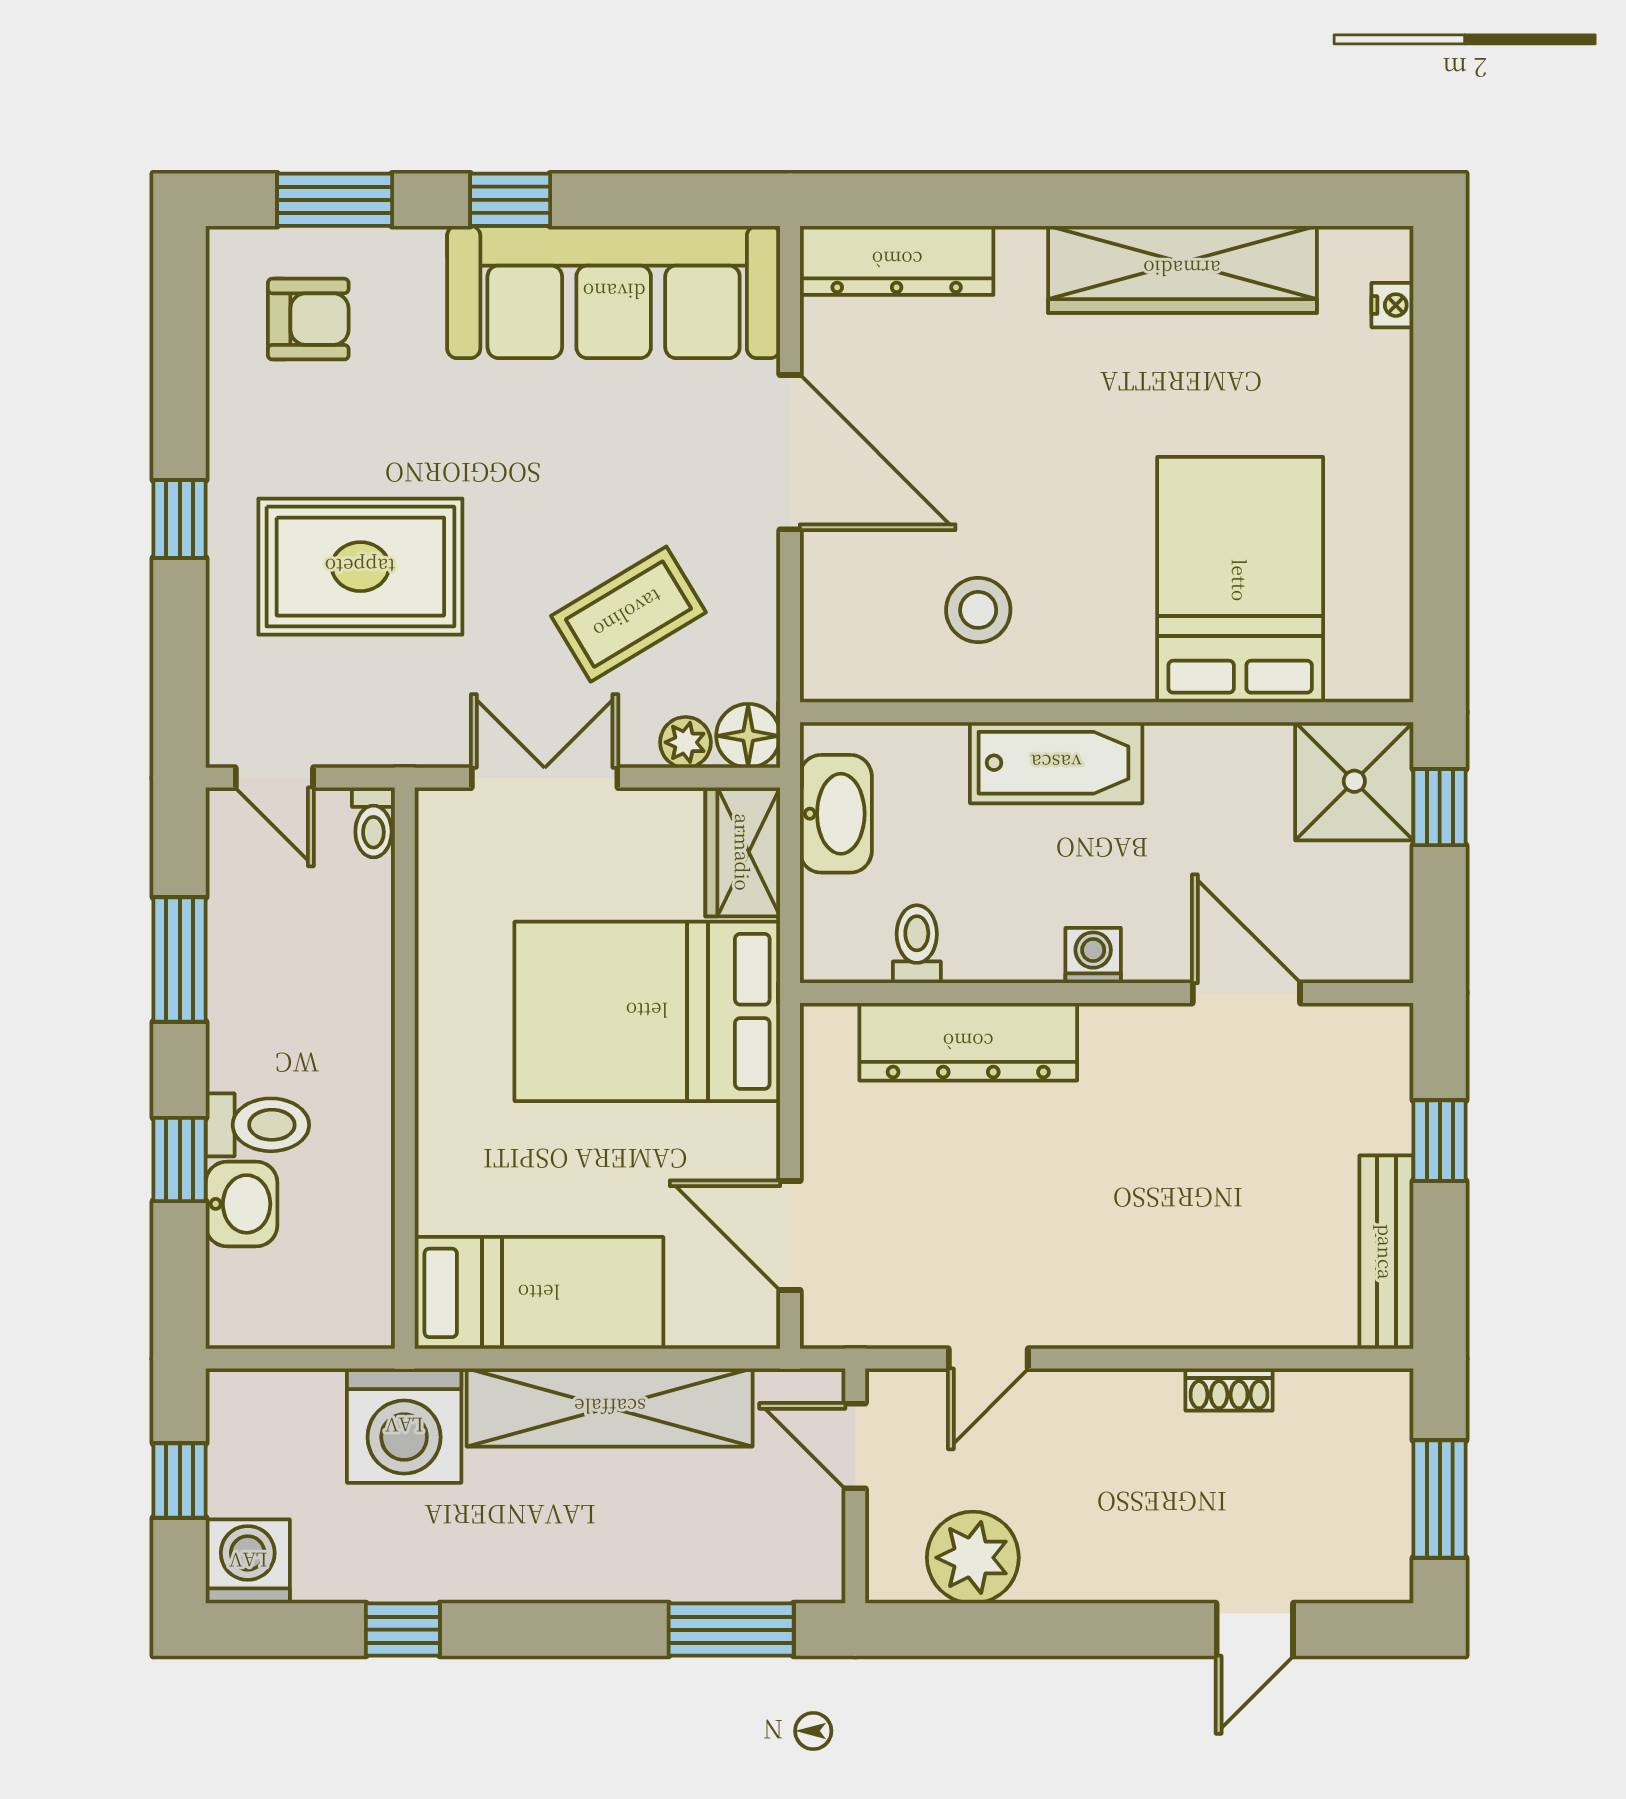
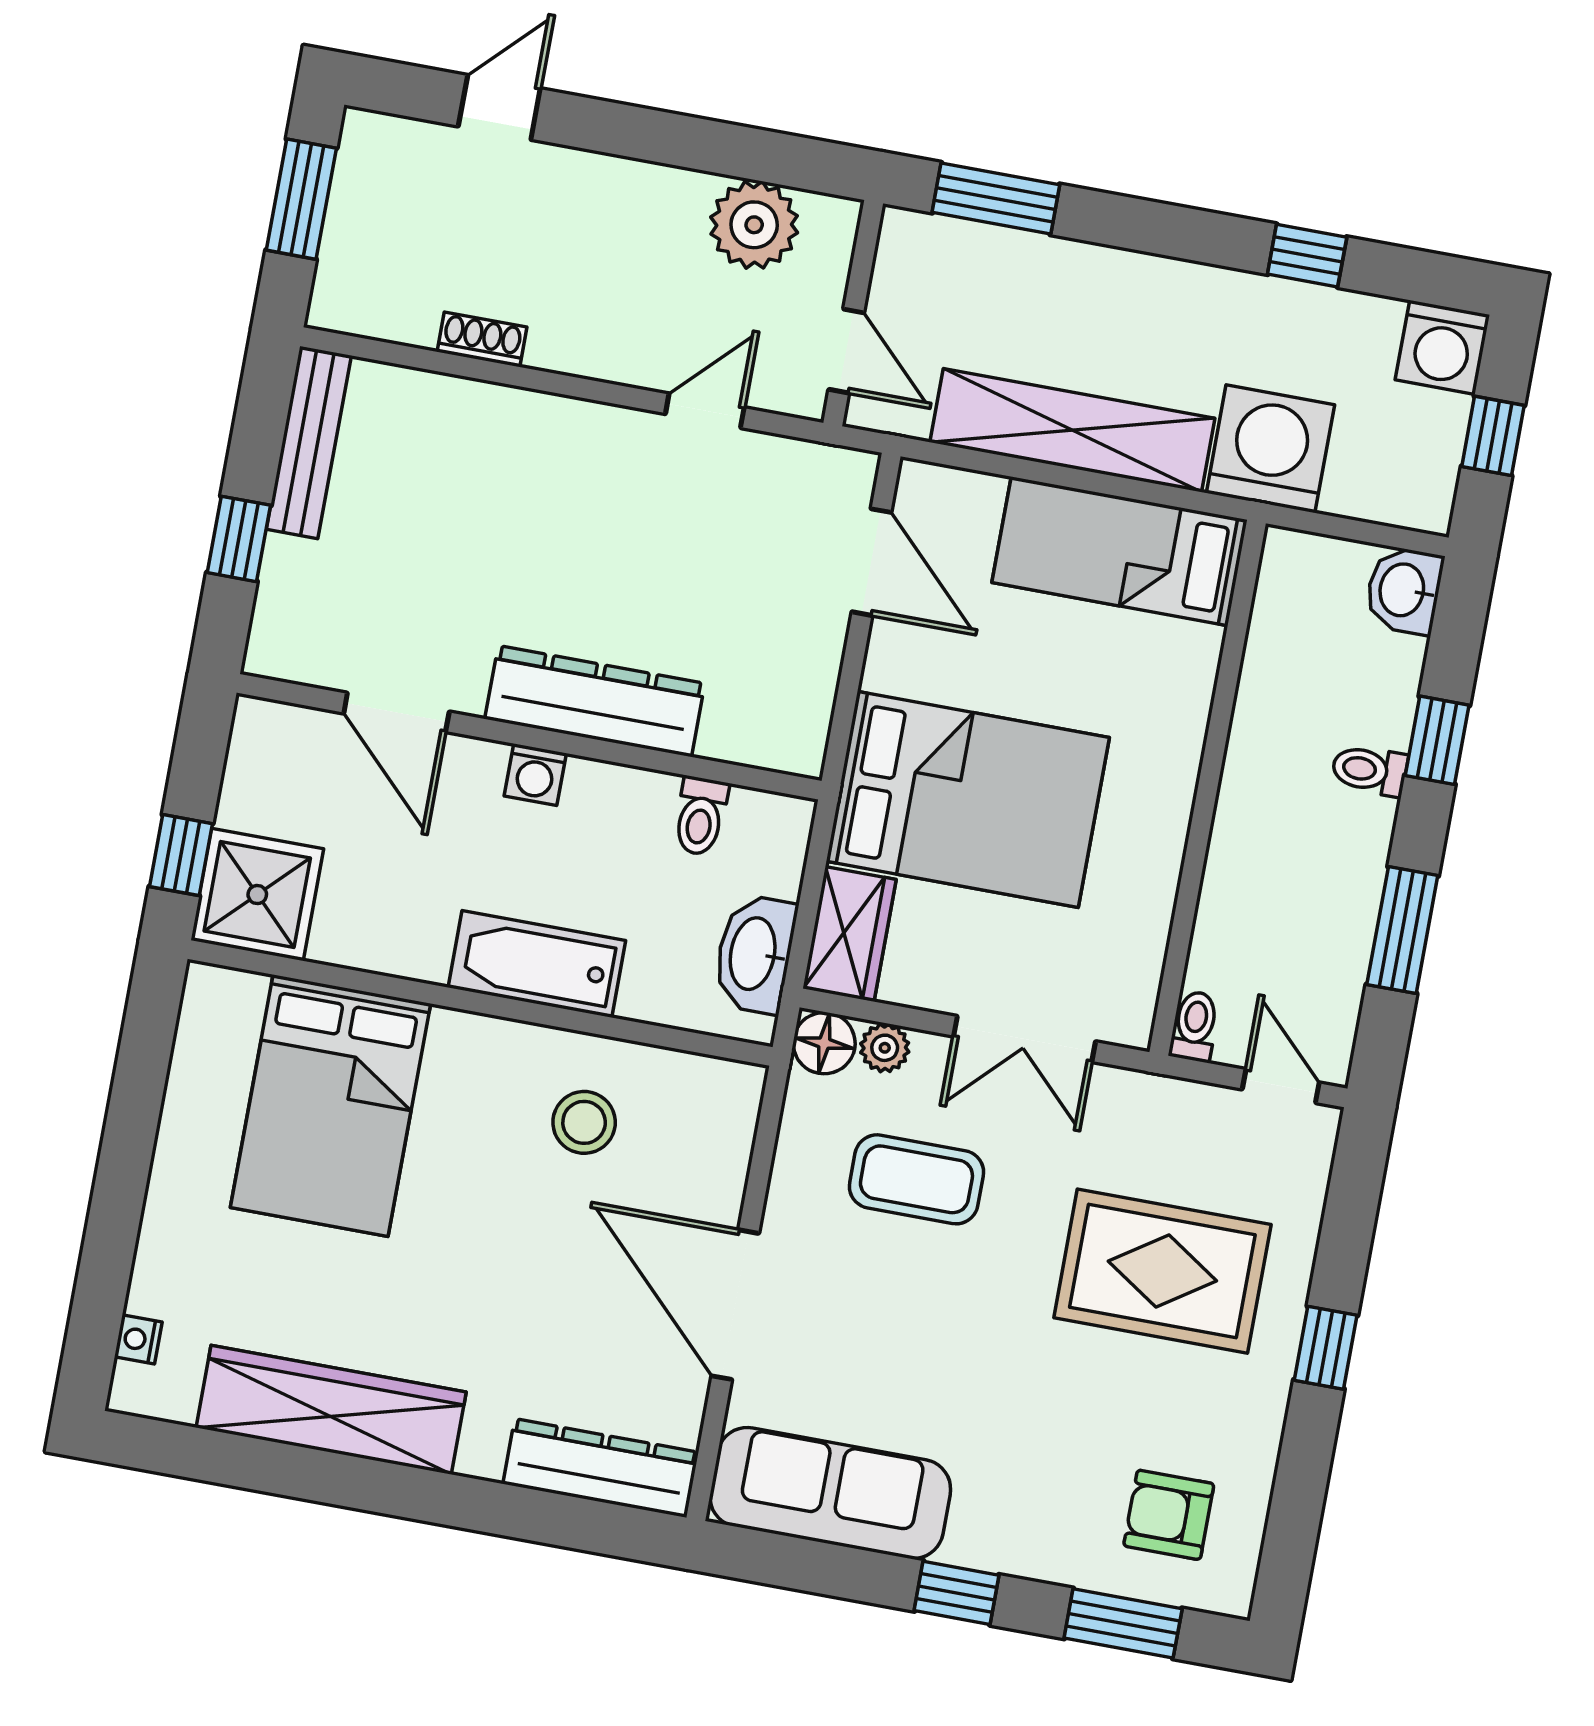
sofa: (614, 292) -> (830, 1493), width x0.74, depth x0.79
coffee table: (628, 614) -> (916, 1179), turned 31
dresser: (968, 1042) -> (595, 701), moved
toilet: (257, 1125) -> (1369, 770), width x0.73, depth x0.72
washbasin: (242, 1204) -> (1404, 590), moved

